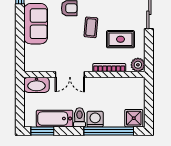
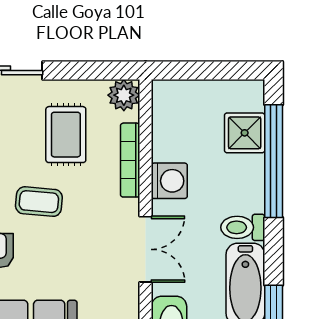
shower: (134, 118) -> (245, 133), moved
washing machine: (95, 119) -> (169, 181), moved, turned 180

